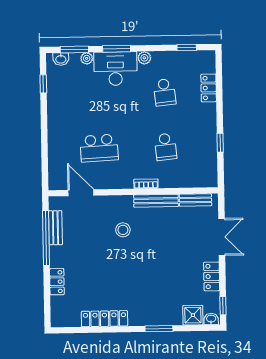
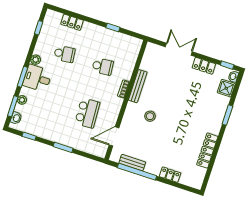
desk: (115, 69) -> (37, 78), width x0.73
window: (44, 132) -> (63, 147), added
bench: (195, 200) -> (147, 59), removed

